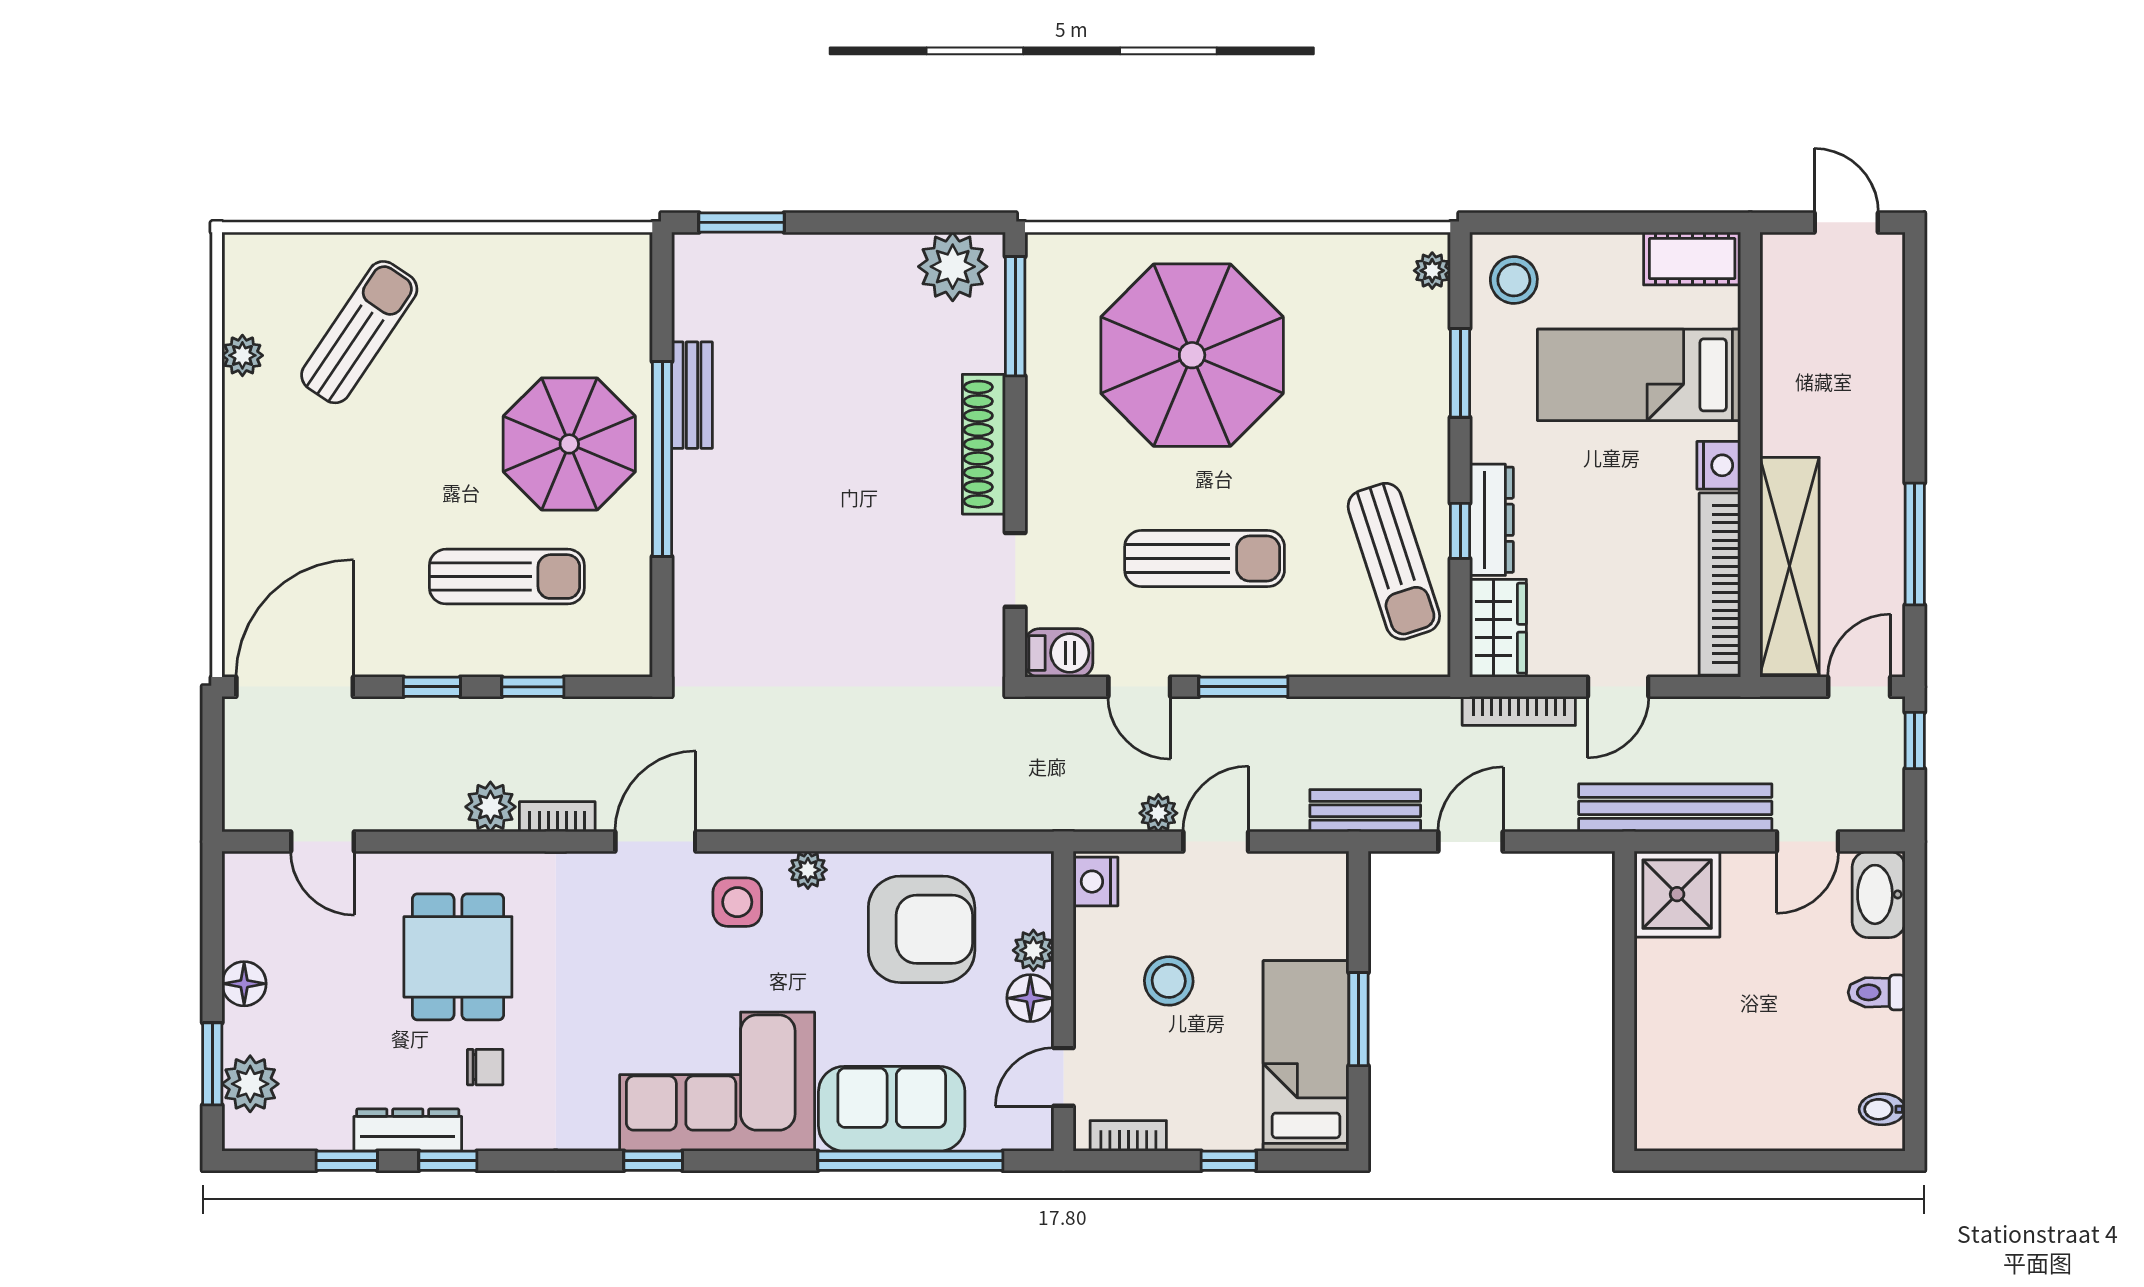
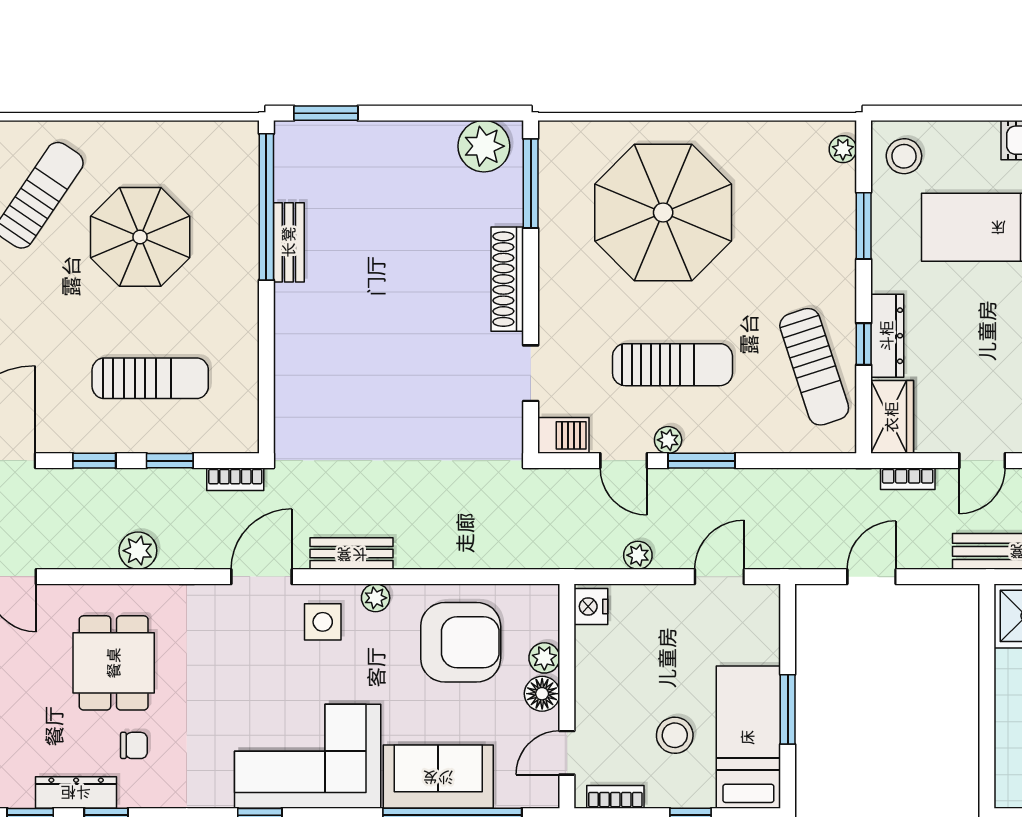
parasol: (569, 444) -> (140, 237), moved
window: (662, 459) -> (266, 207), moved
plant: (1199, 659) -> (668, 440), added
bookcase: (1519, 711) -> (908, 479), width x0.64
bench: (1365, 811) -> (352, 554), moved
bookcase: (557, 817) -> (235, 479), moved, turned 180
door: (1216, 842) -> (719, 577), moved
stool: (1169, 981) -> (675, 735), moved

